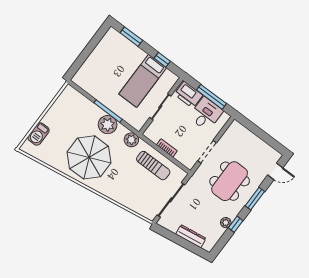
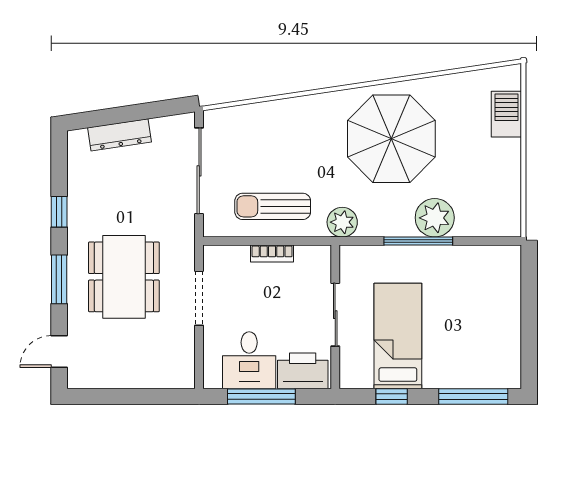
window: (131, 37) -> (473, 396), width x1.44
plant: (108, 125) -> (435, 218), moved
plant: (226, 223) -> (78, 202), removed

